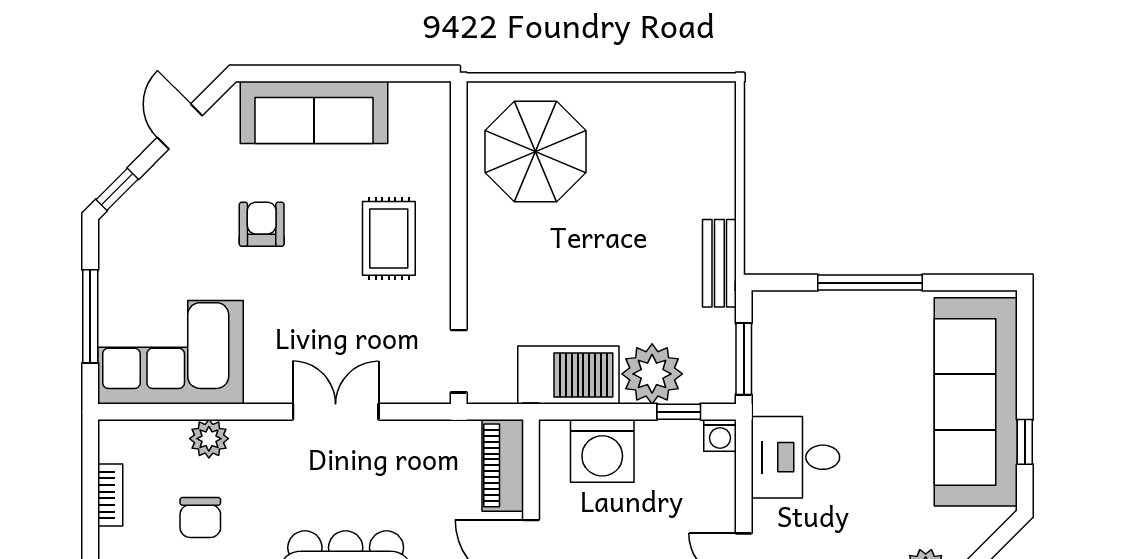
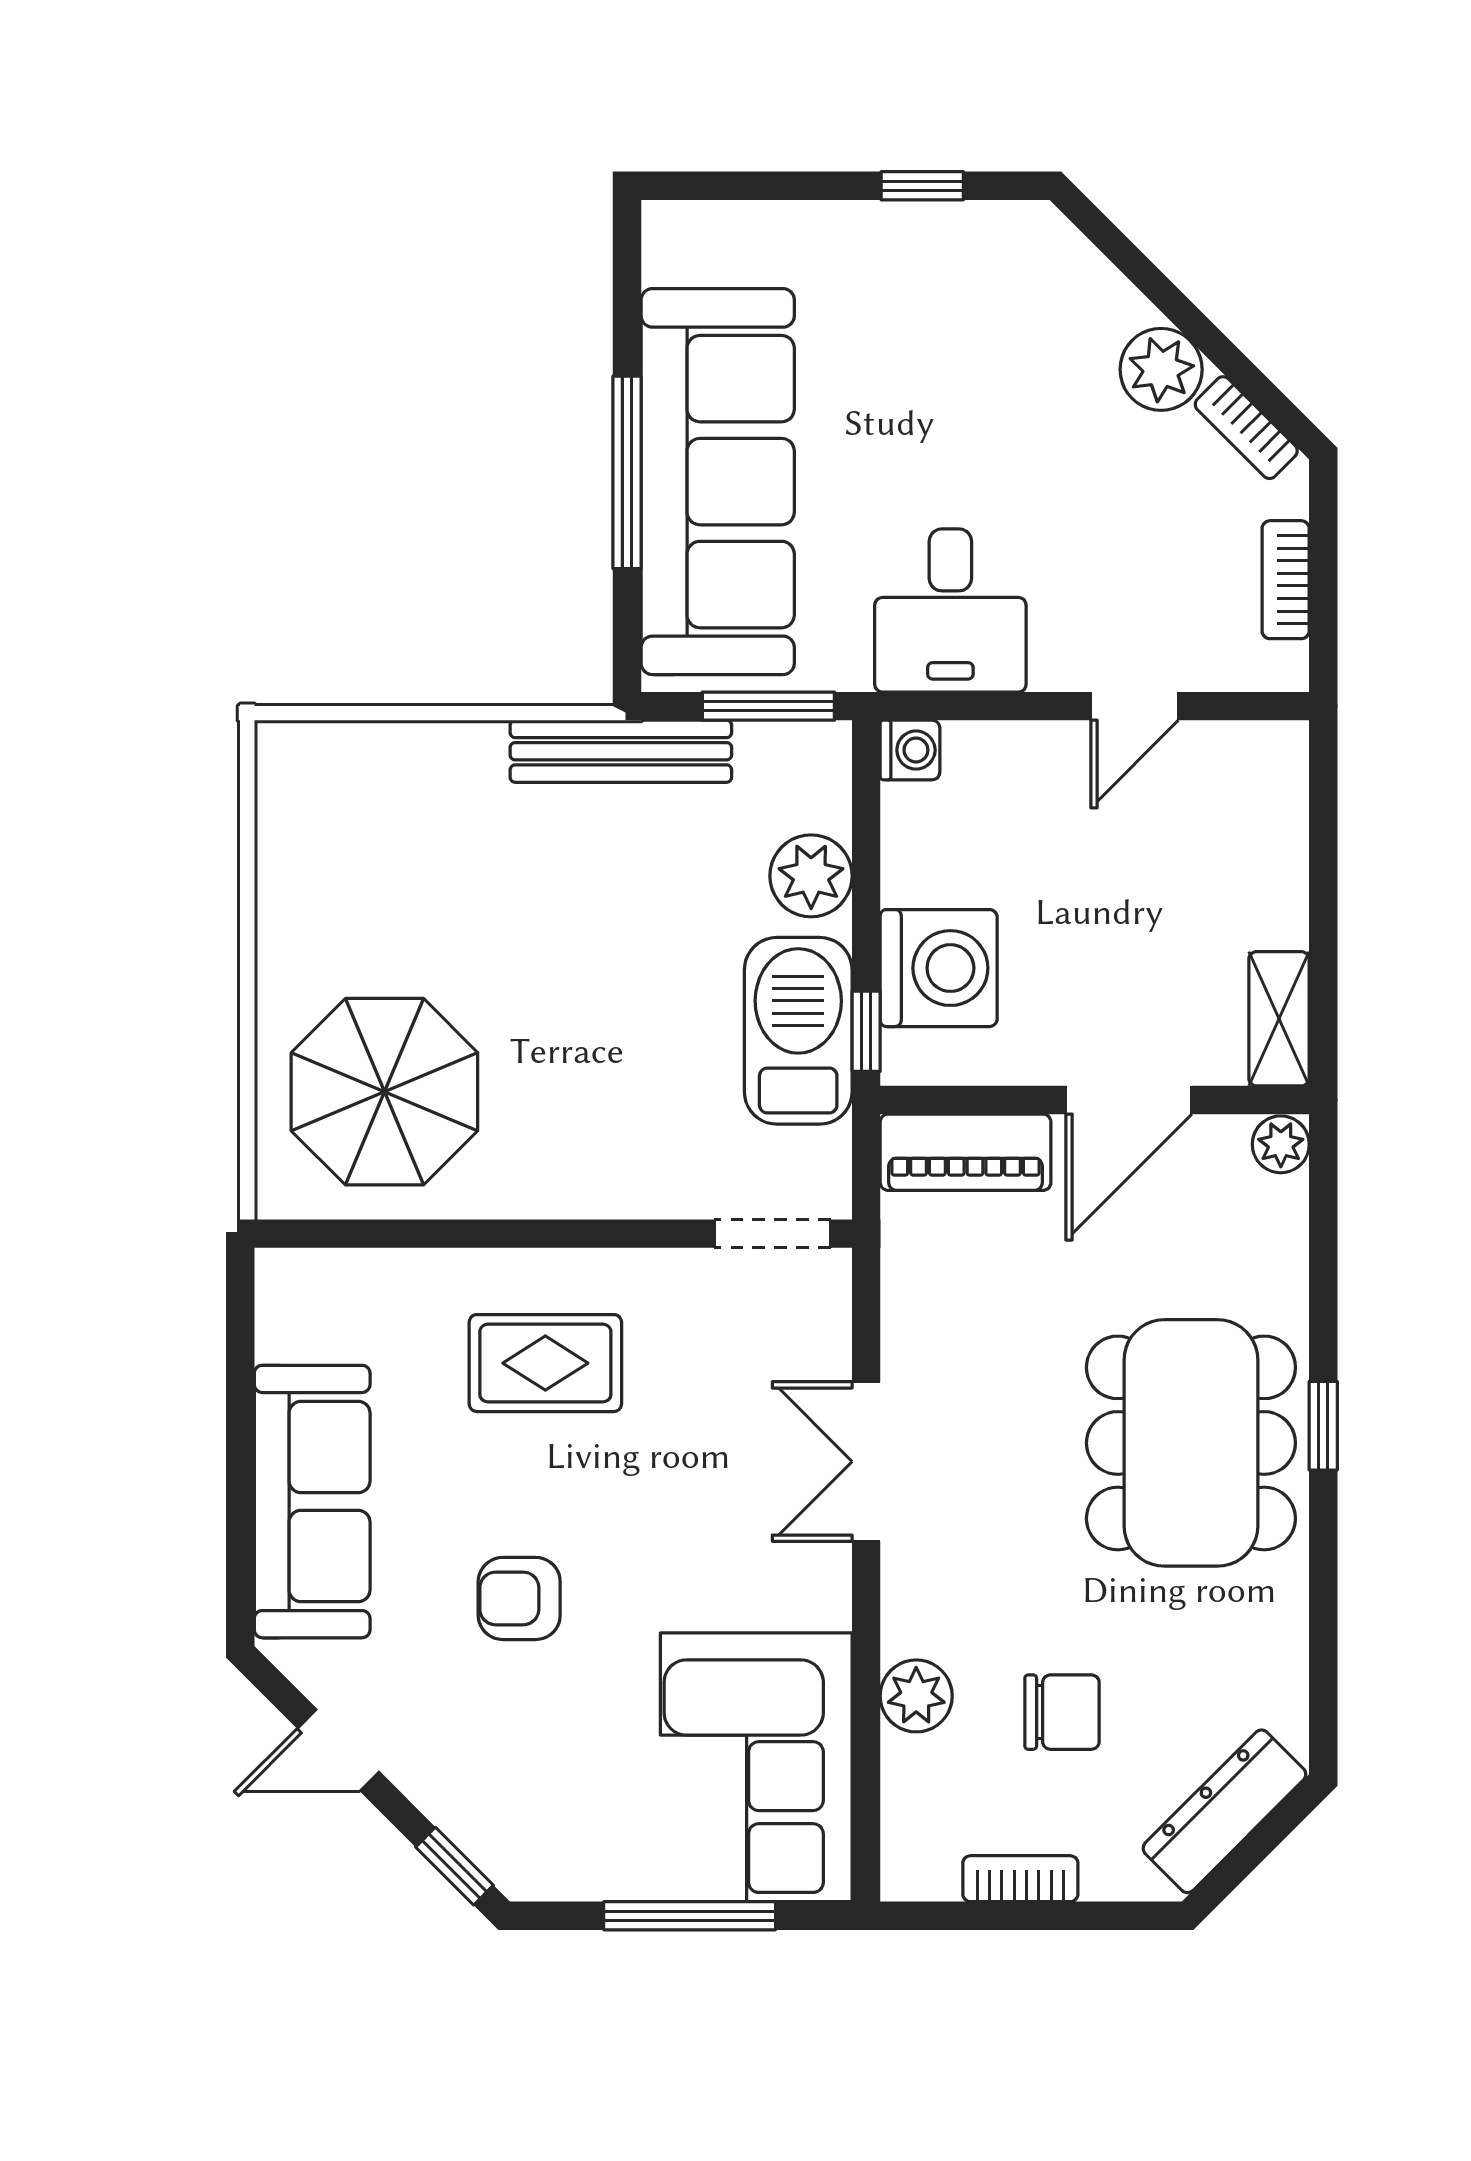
bench: (719, 263) -> (621, 751), width x1.36
plant: (652, 374) -> (811, 876), width x0.73, depth x0.73
sofa: (976, 402) -> (718, 482), moved, turned -90
window: (679, 412) -> (866, 1031), moved

